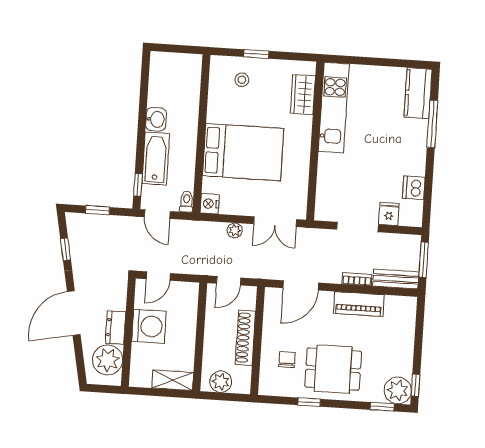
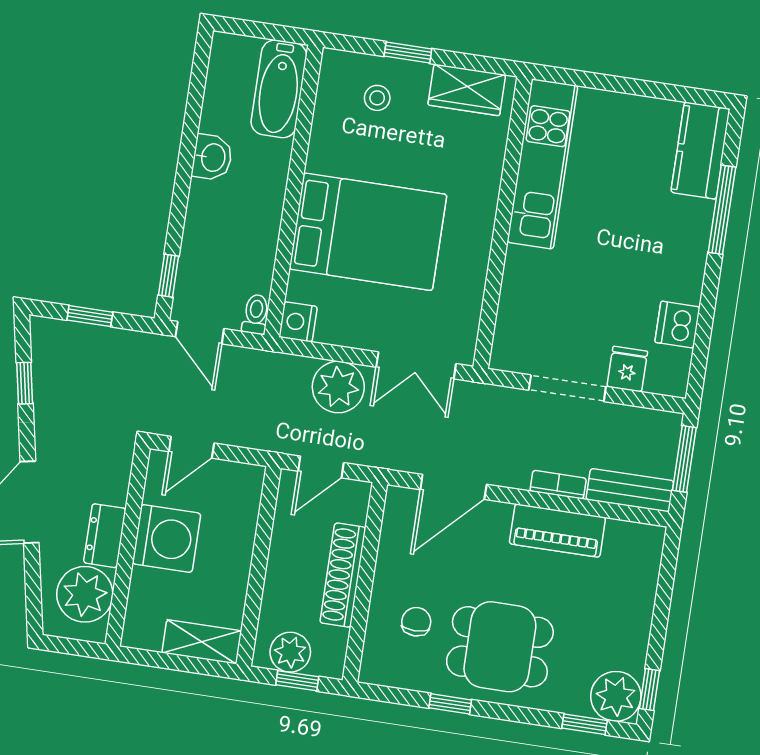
wardrobe: (303, 95) -> (467, 90), moved, turned -90
bathtub: (156, 159) -> (279, 89), moved, turned 180
plant: (235, 230) -> (338, 387), width x1.87, depth x1.87
window: (226, 397) -> (297, 681), added

